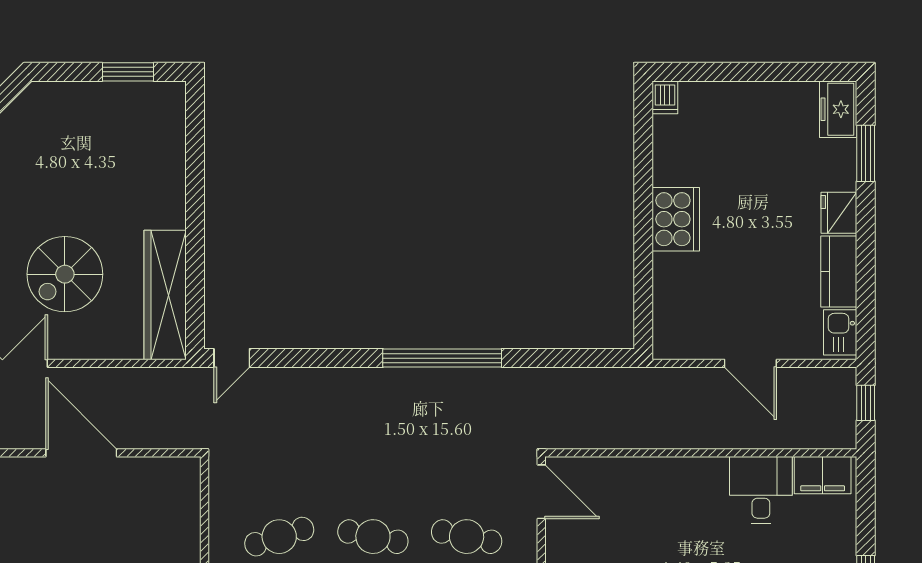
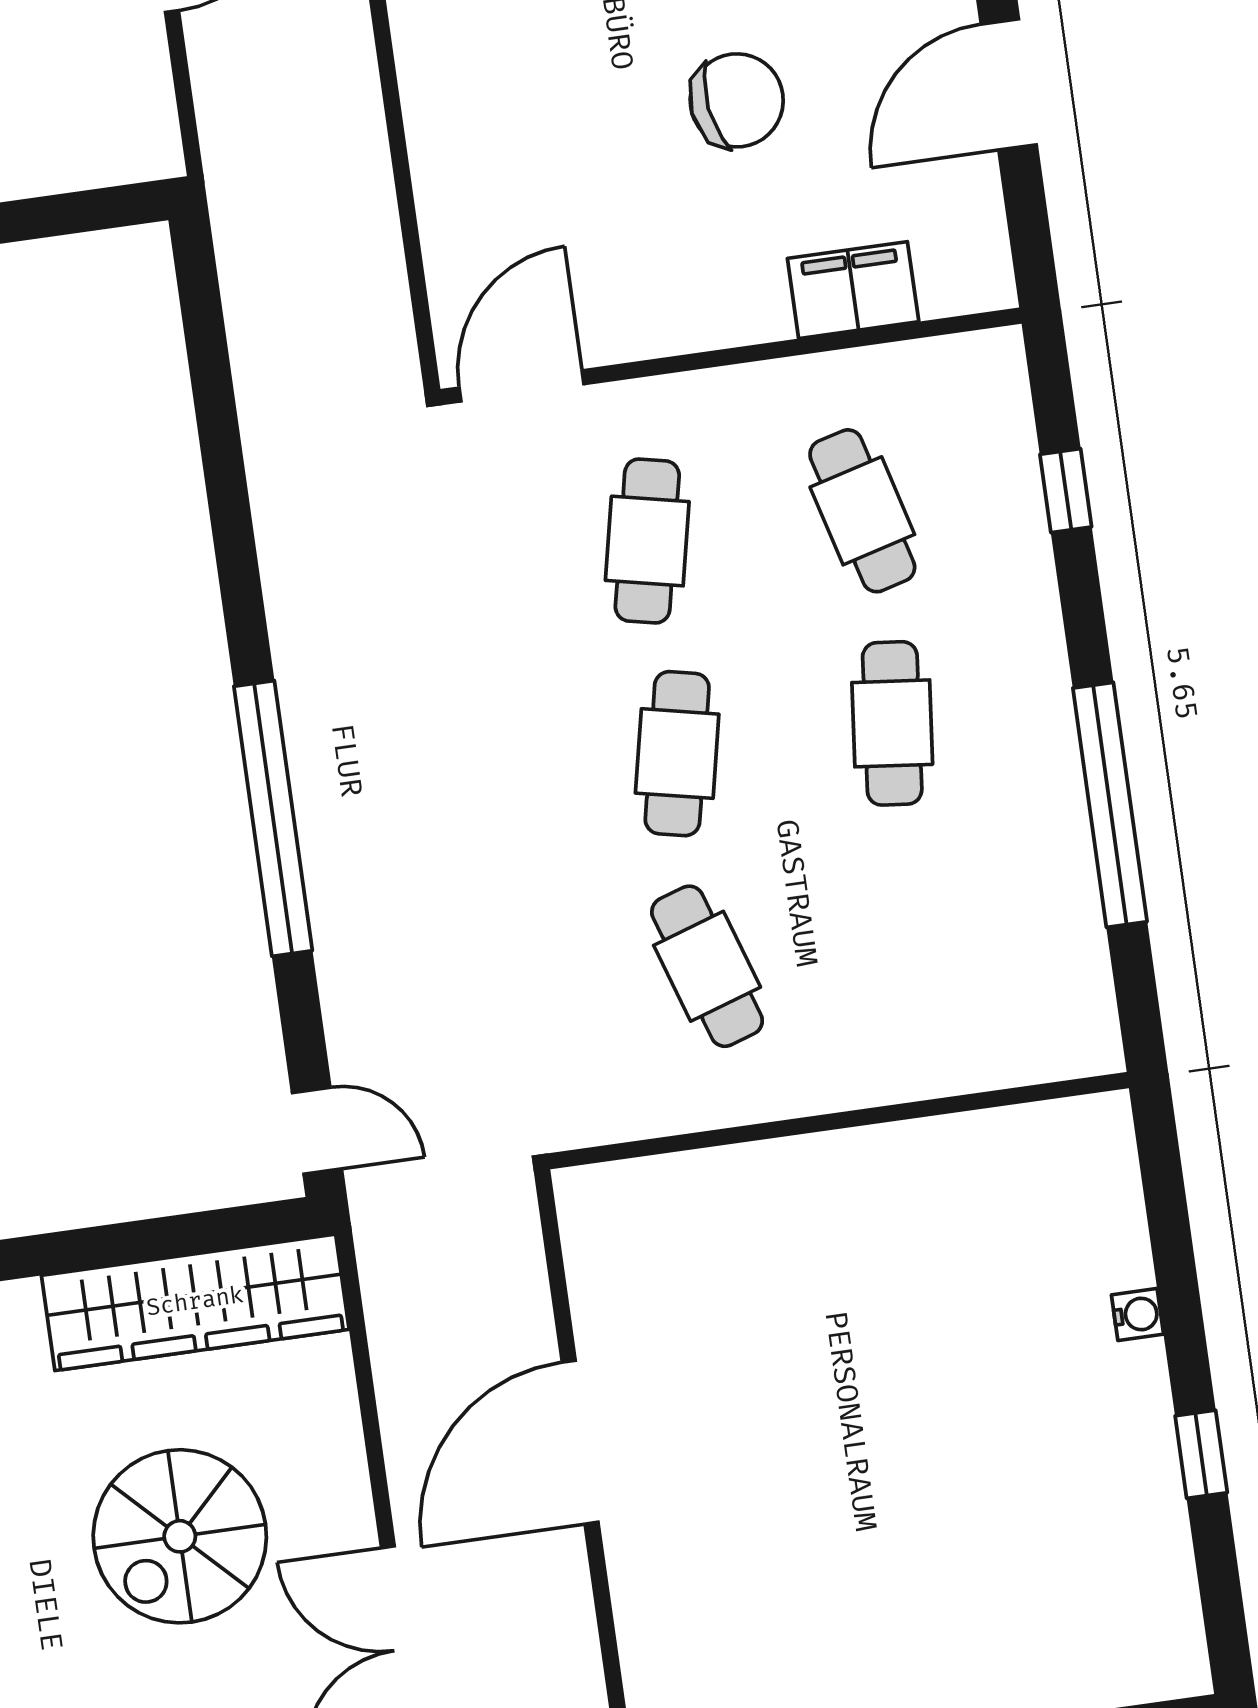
spiral stairs: (65, 274) -> (180, 1536), turned 90
window: (442, 358) -> (273, 818), moved

